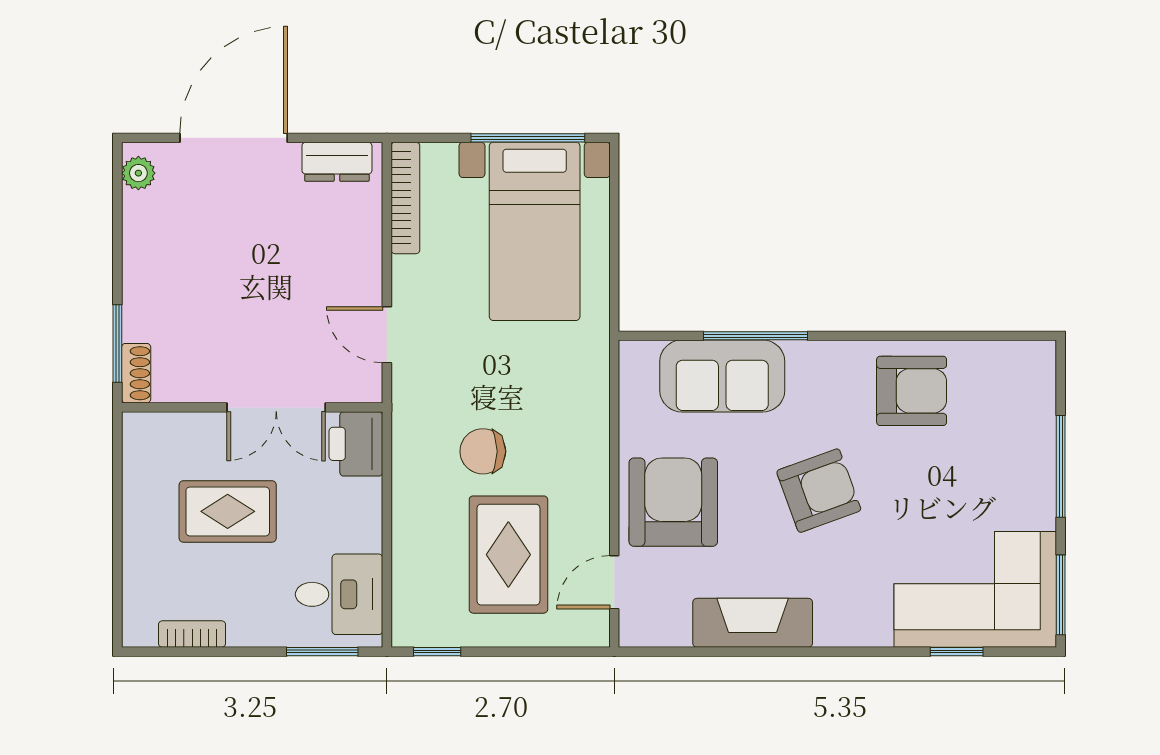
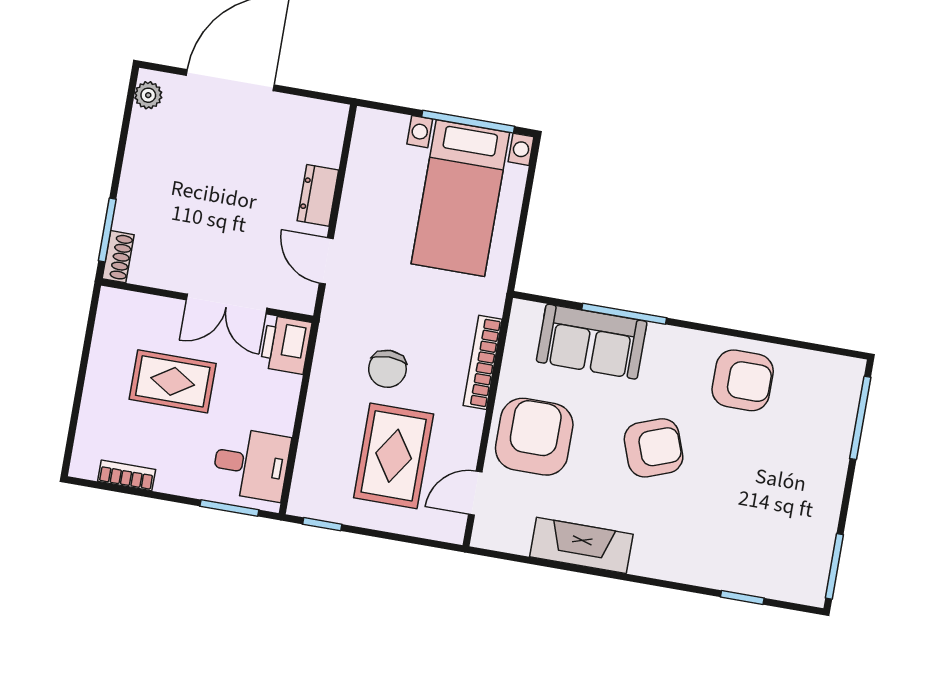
dresser: (337, 162) -> (318, 195), moved, turned 90
bookcase: (405, 198) -> (483, 362), moved, turned 180
chair: (483, 451) -> (387, 369), turned -90
window: (1061, 466) -> (860, 418), moved
corner sofa: (975, 589) -> (766, 550), removed

